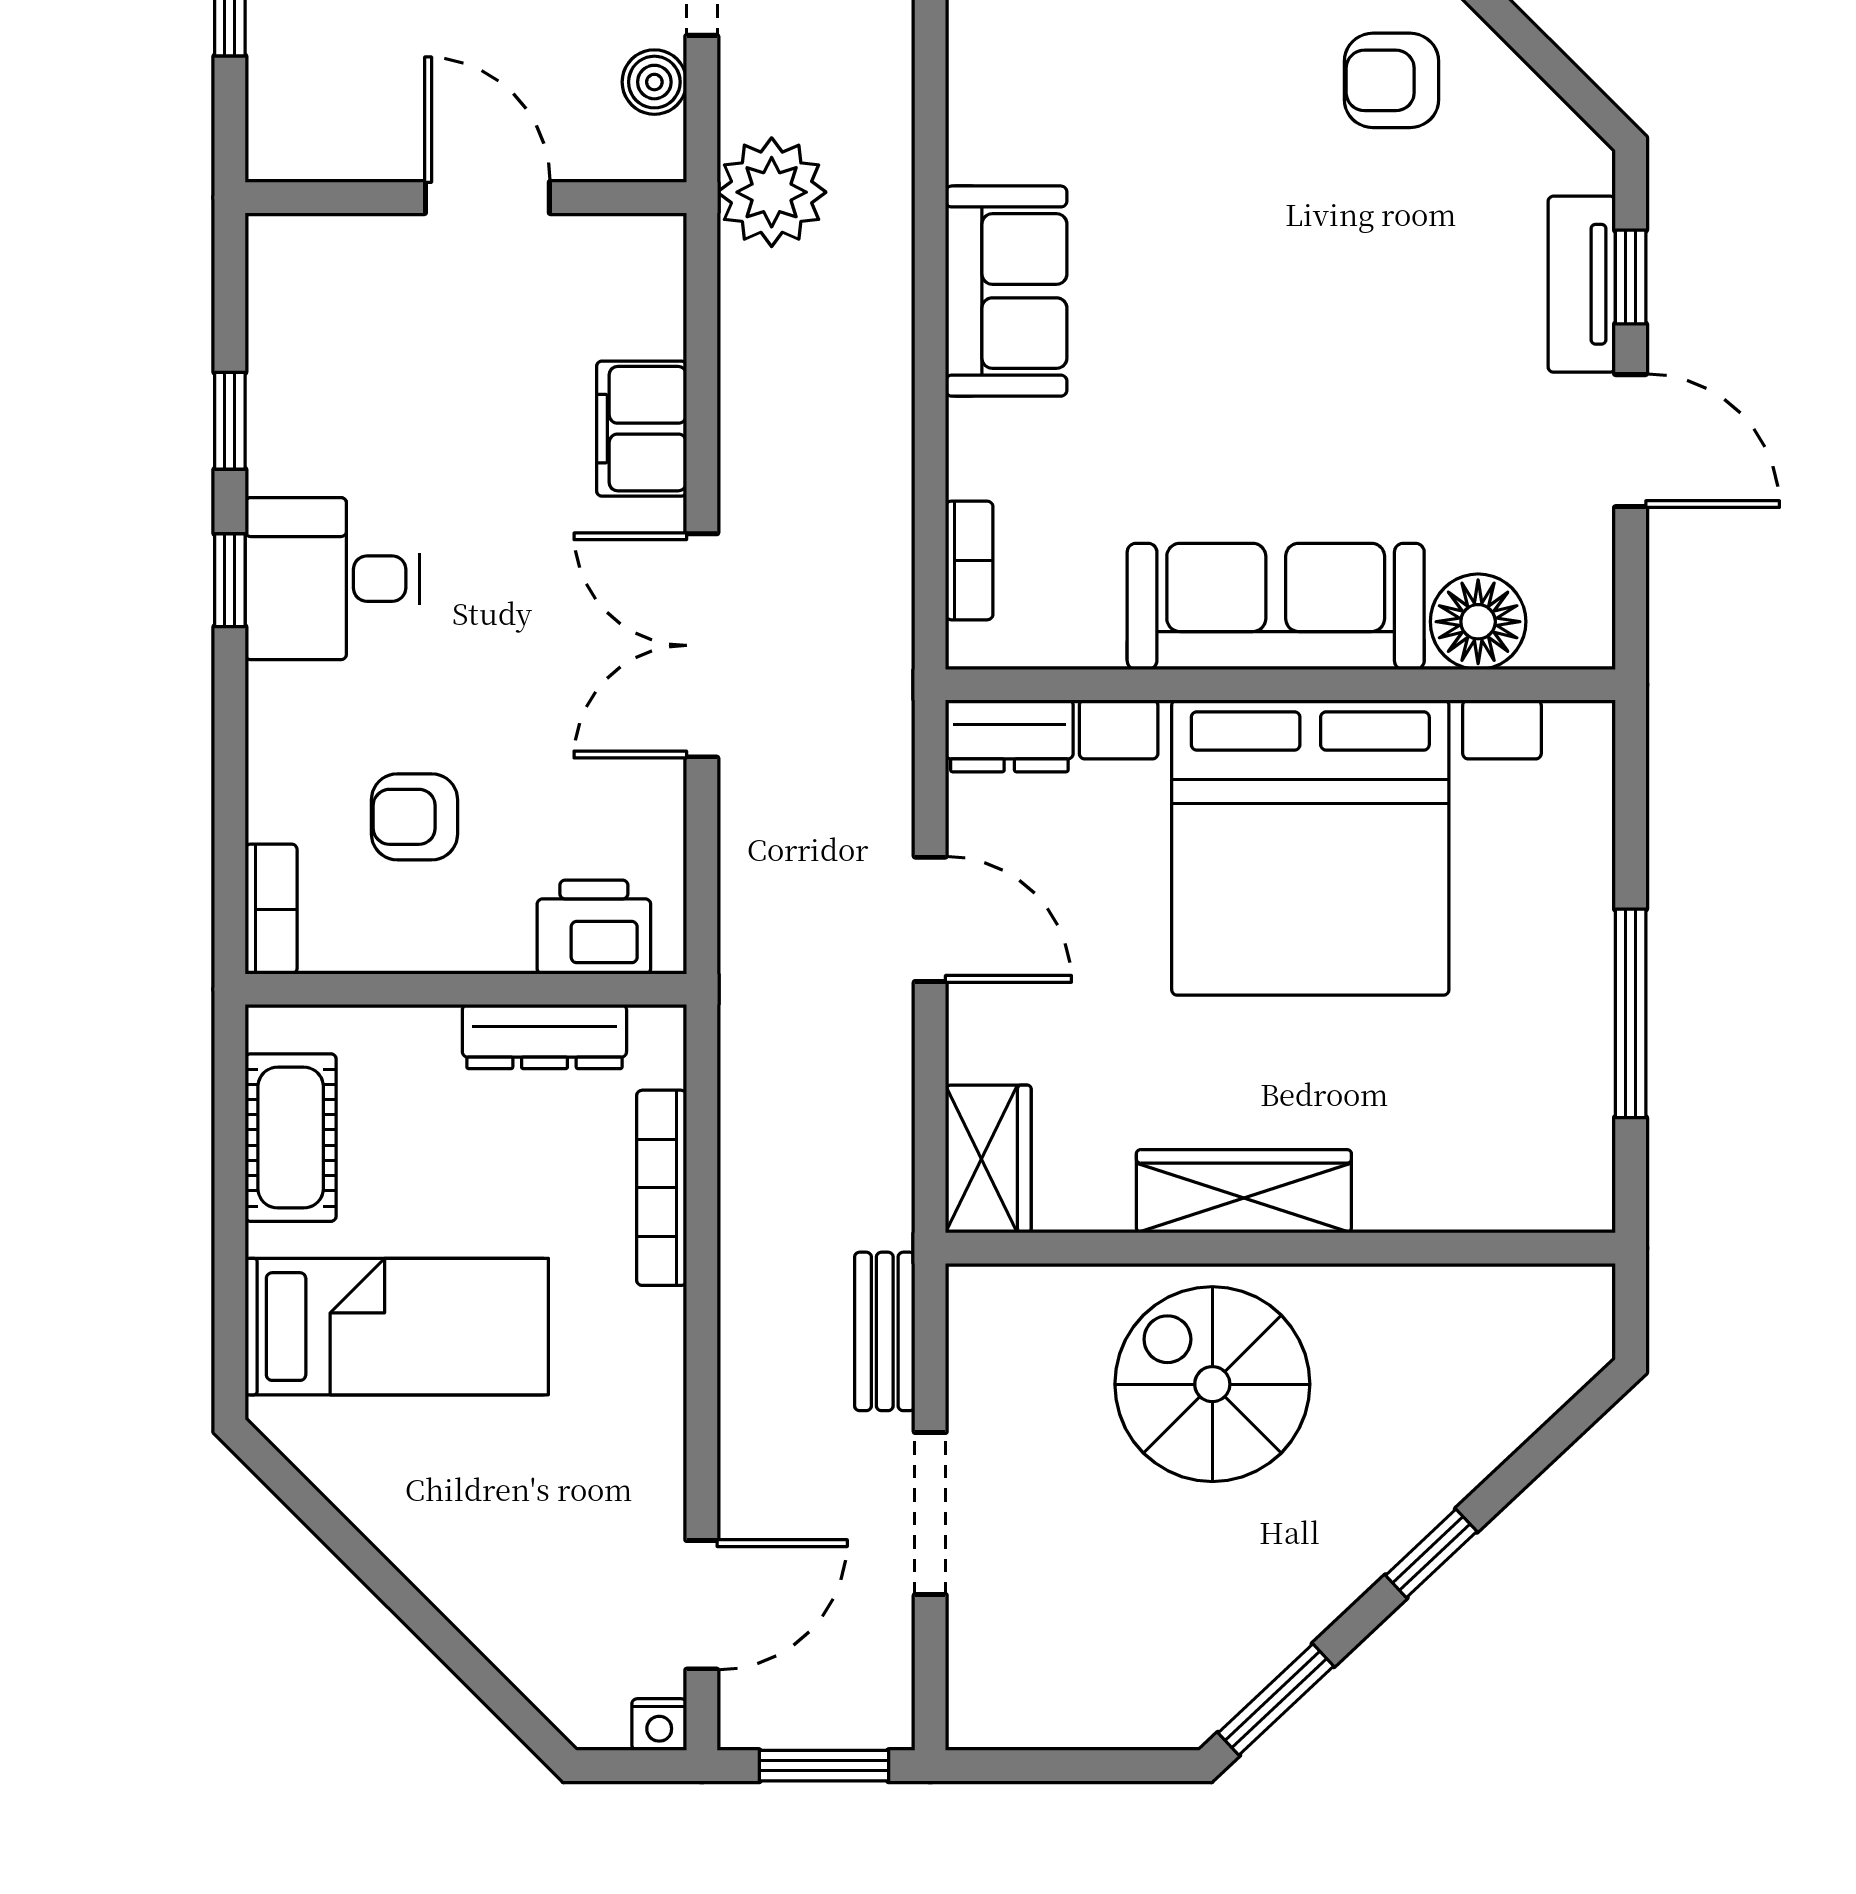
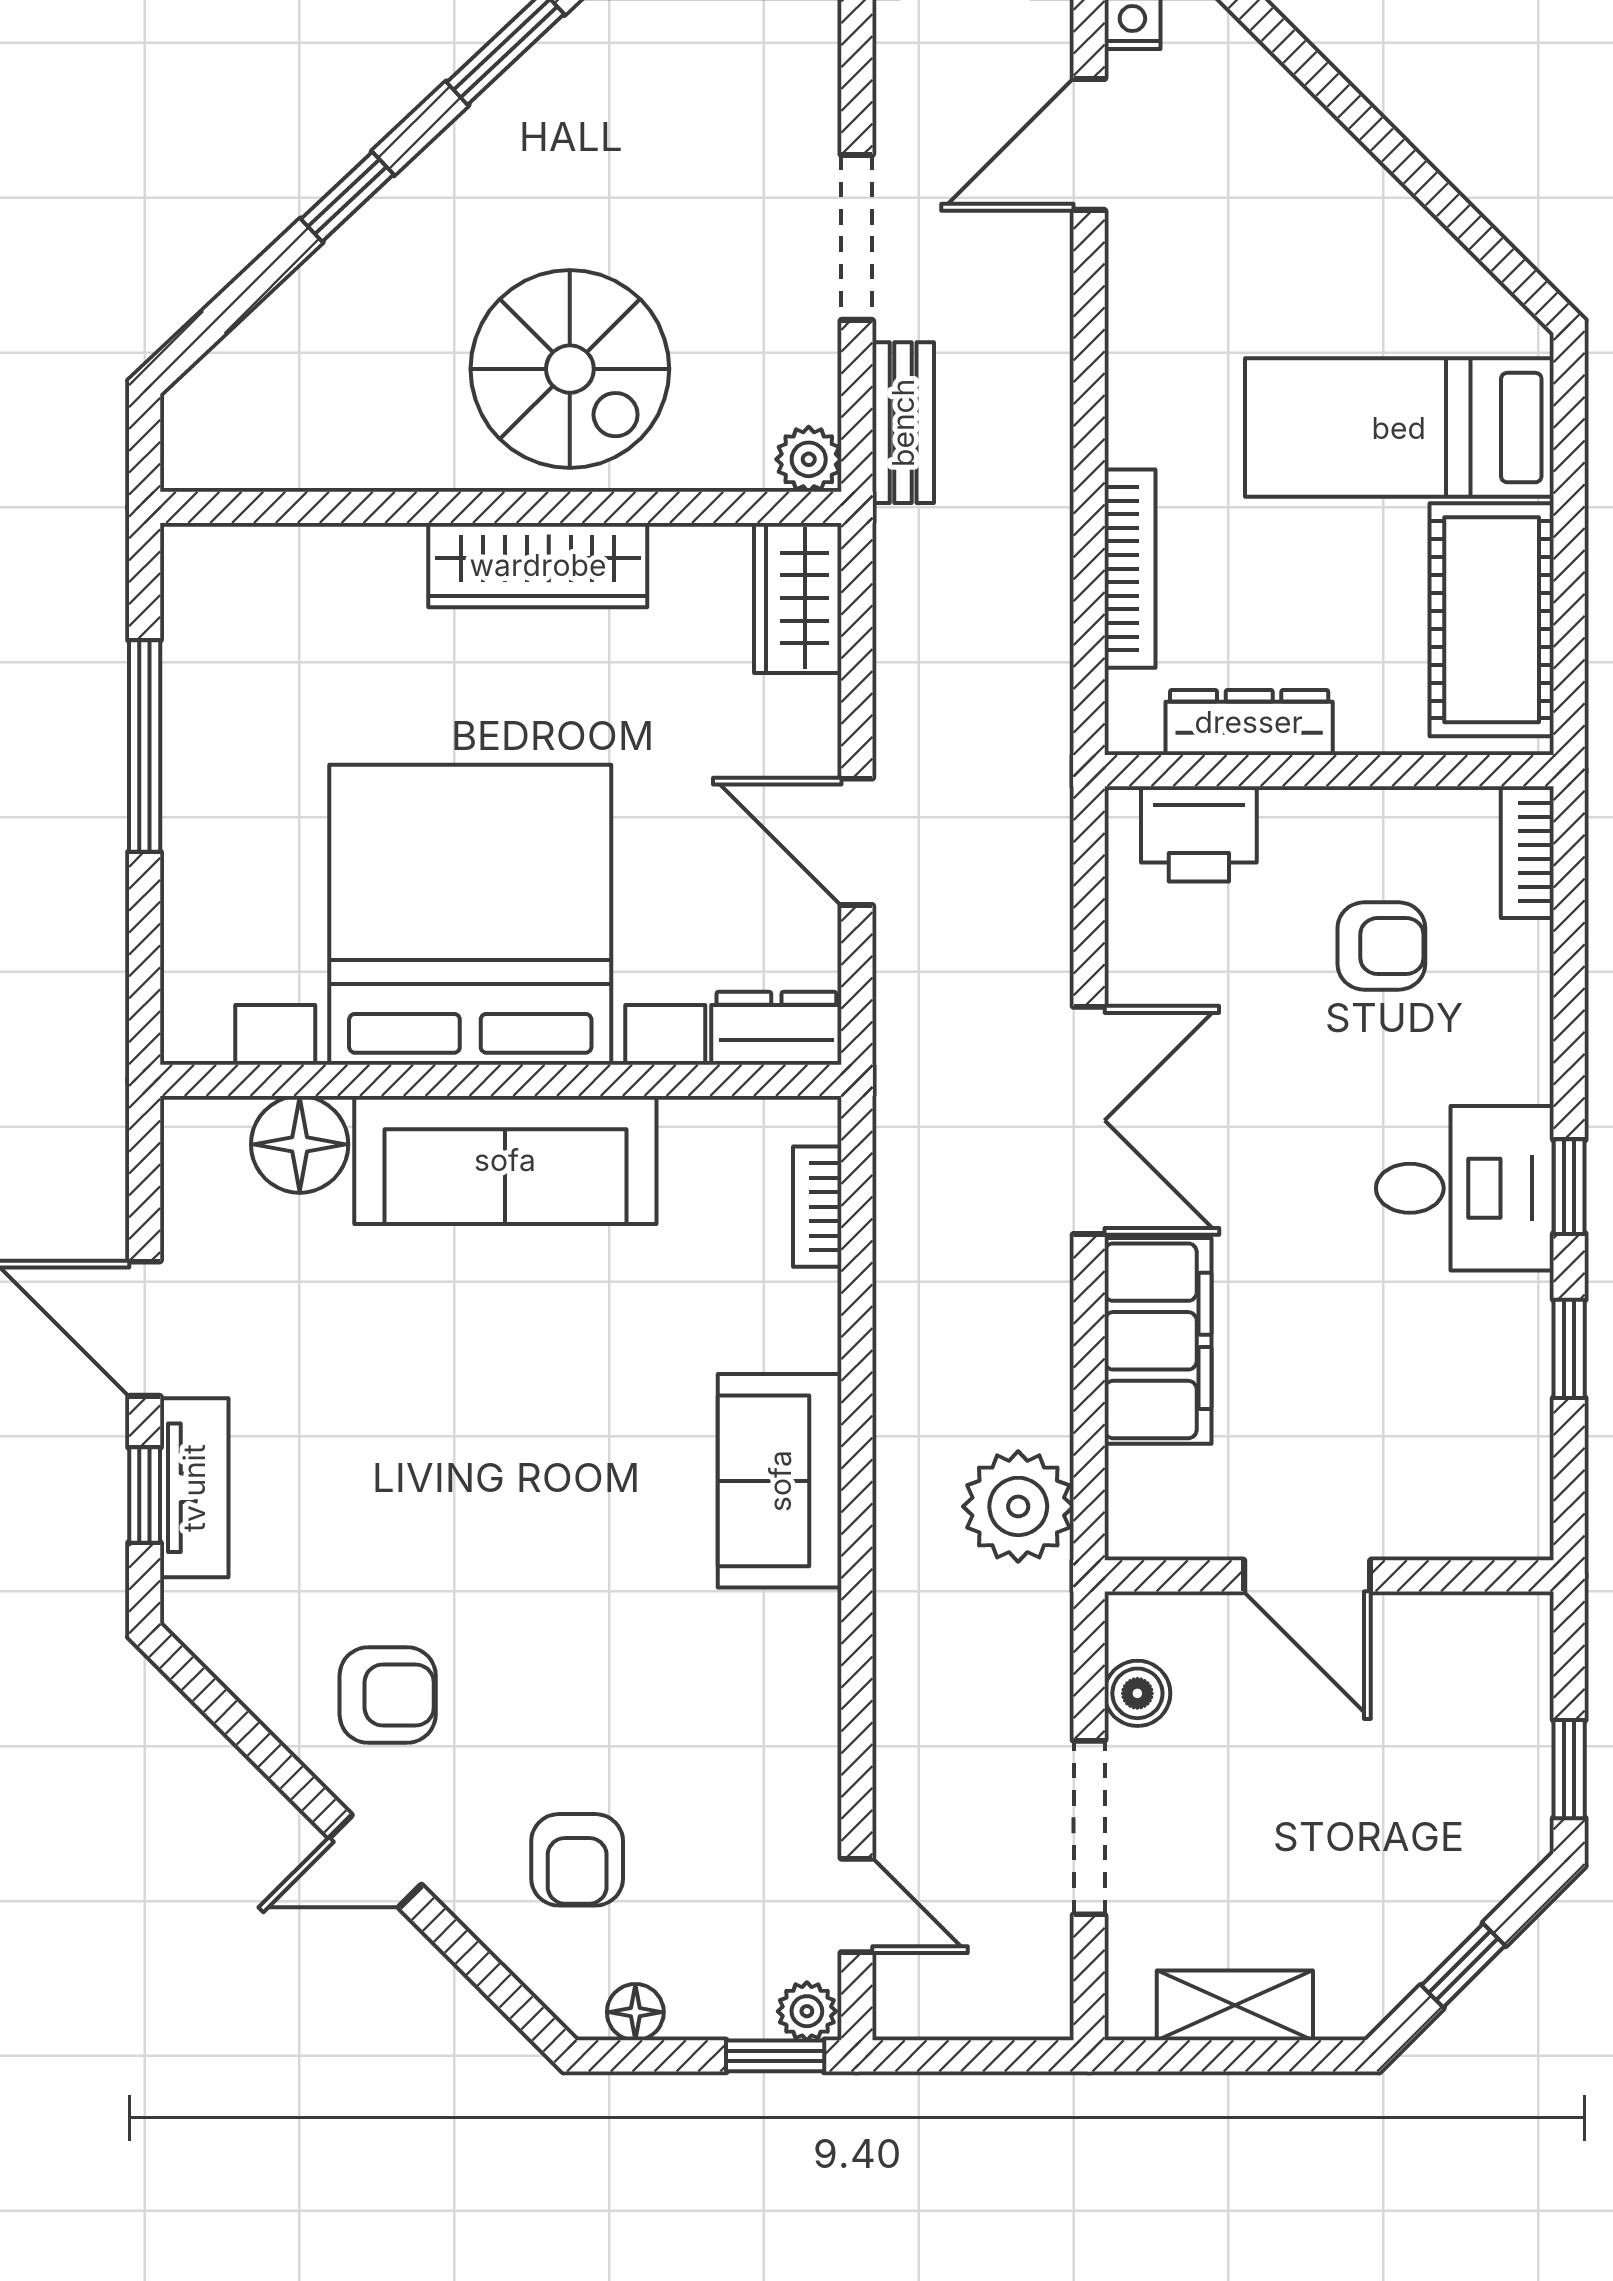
plant: (772, 192) -> (1018, 1506), moved
filing cabinet: (642, 429) -> (1158, 1341), width x1.50, depth x1.17
cot: (291, 1138) -> (1492, 620), width x1.37, depth x1.34
plant: (978, 1295) -> (809, 459), added

